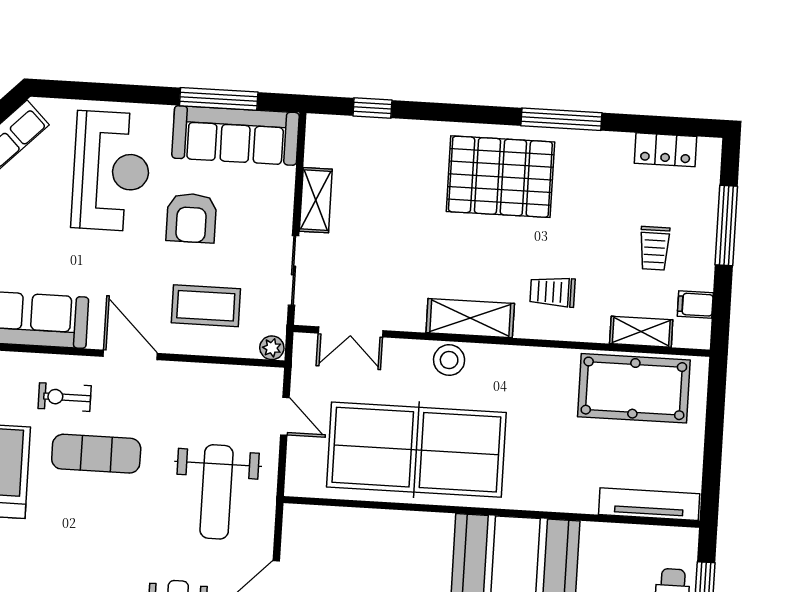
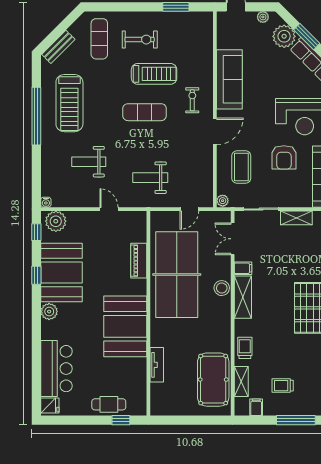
armchair: (191, 218) -> (284, 157), turned -90
trolley: (553, 292) -> (245, 348), moved
filing cabinet: (412, 314) -> (243, 268), added
exercise mat: (96, 454) -> (145, 112), moved, turned 90
weight bench: (216, 492) -> (150, 178), width x0.73, depth x0.75
tv unit: (649, 504) -> (157, 365), moved, width x0.71
piano: (384, 525) -> (139, 261), added

